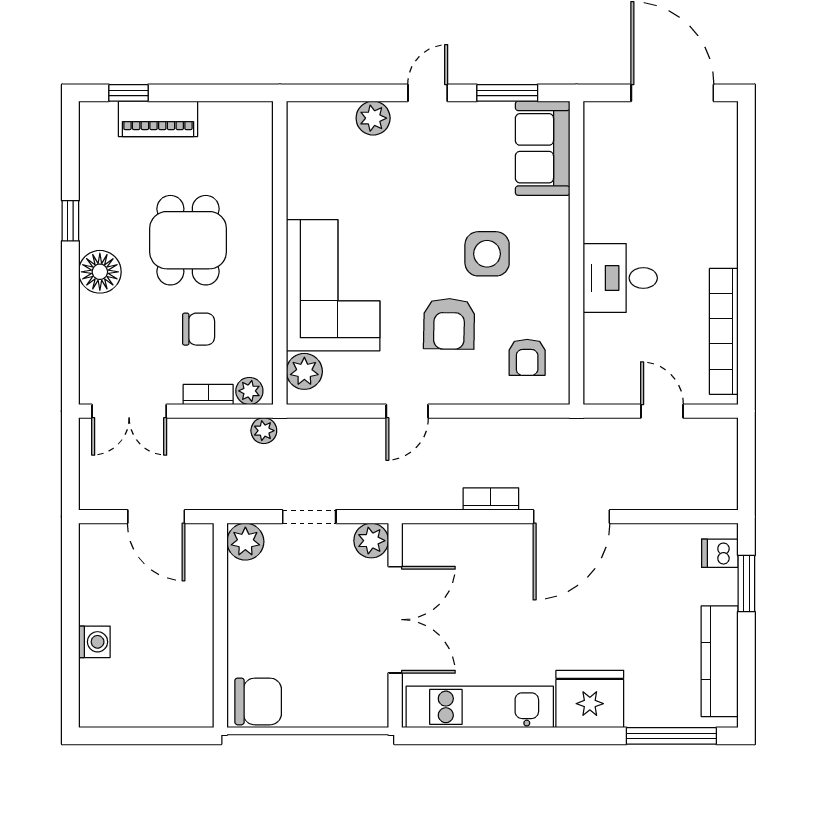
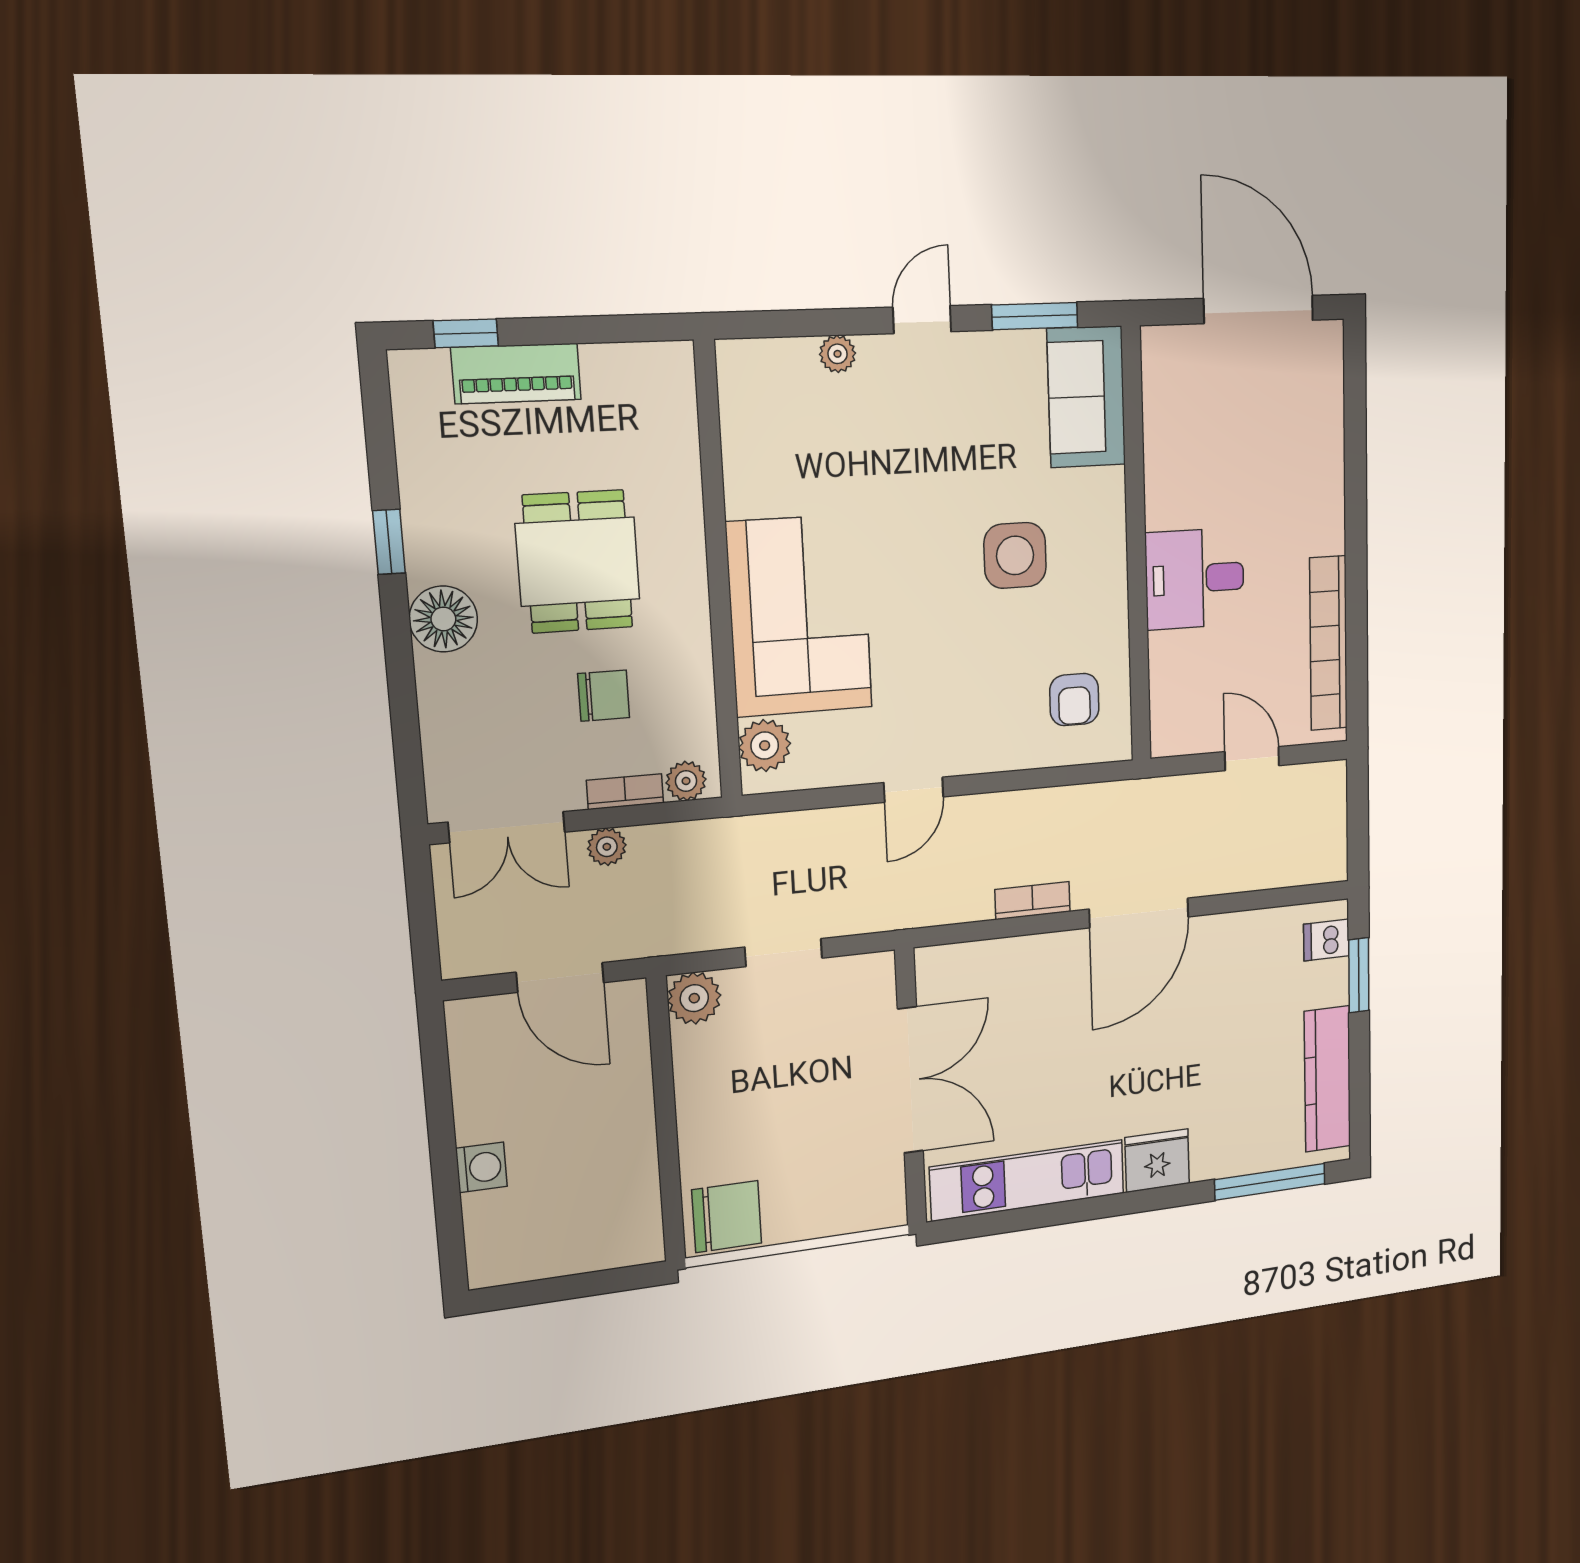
plant: (373, 118) -> (838, 354), width x0.73, depth x0.73
armchair: (449, 324) -> (966, 660), removed
plant: (264, 431) -> (607, 847), moved
plant: (371, 541) -> (872, 976), removed
fridge: (590, 699) -> (1157, 1161), width x0.73, depth x0.75

